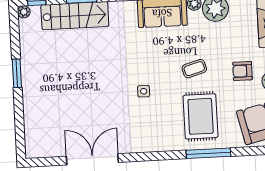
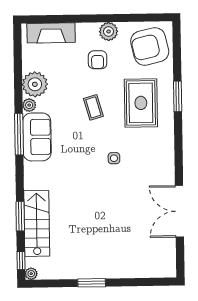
rug: (201, 116) -> (141, 103), turned 90
window: (208, 153) -> (178, 96), width x0.69

